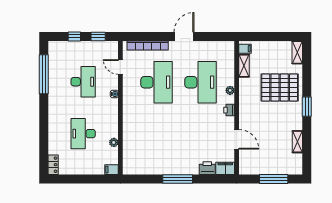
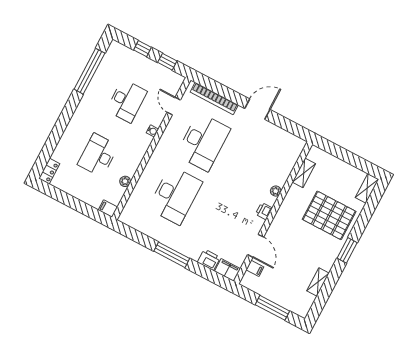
filing cabinet: (245, 49) -> (255, 268), moved
desk: (201, 82) -> (175, 195), moved

